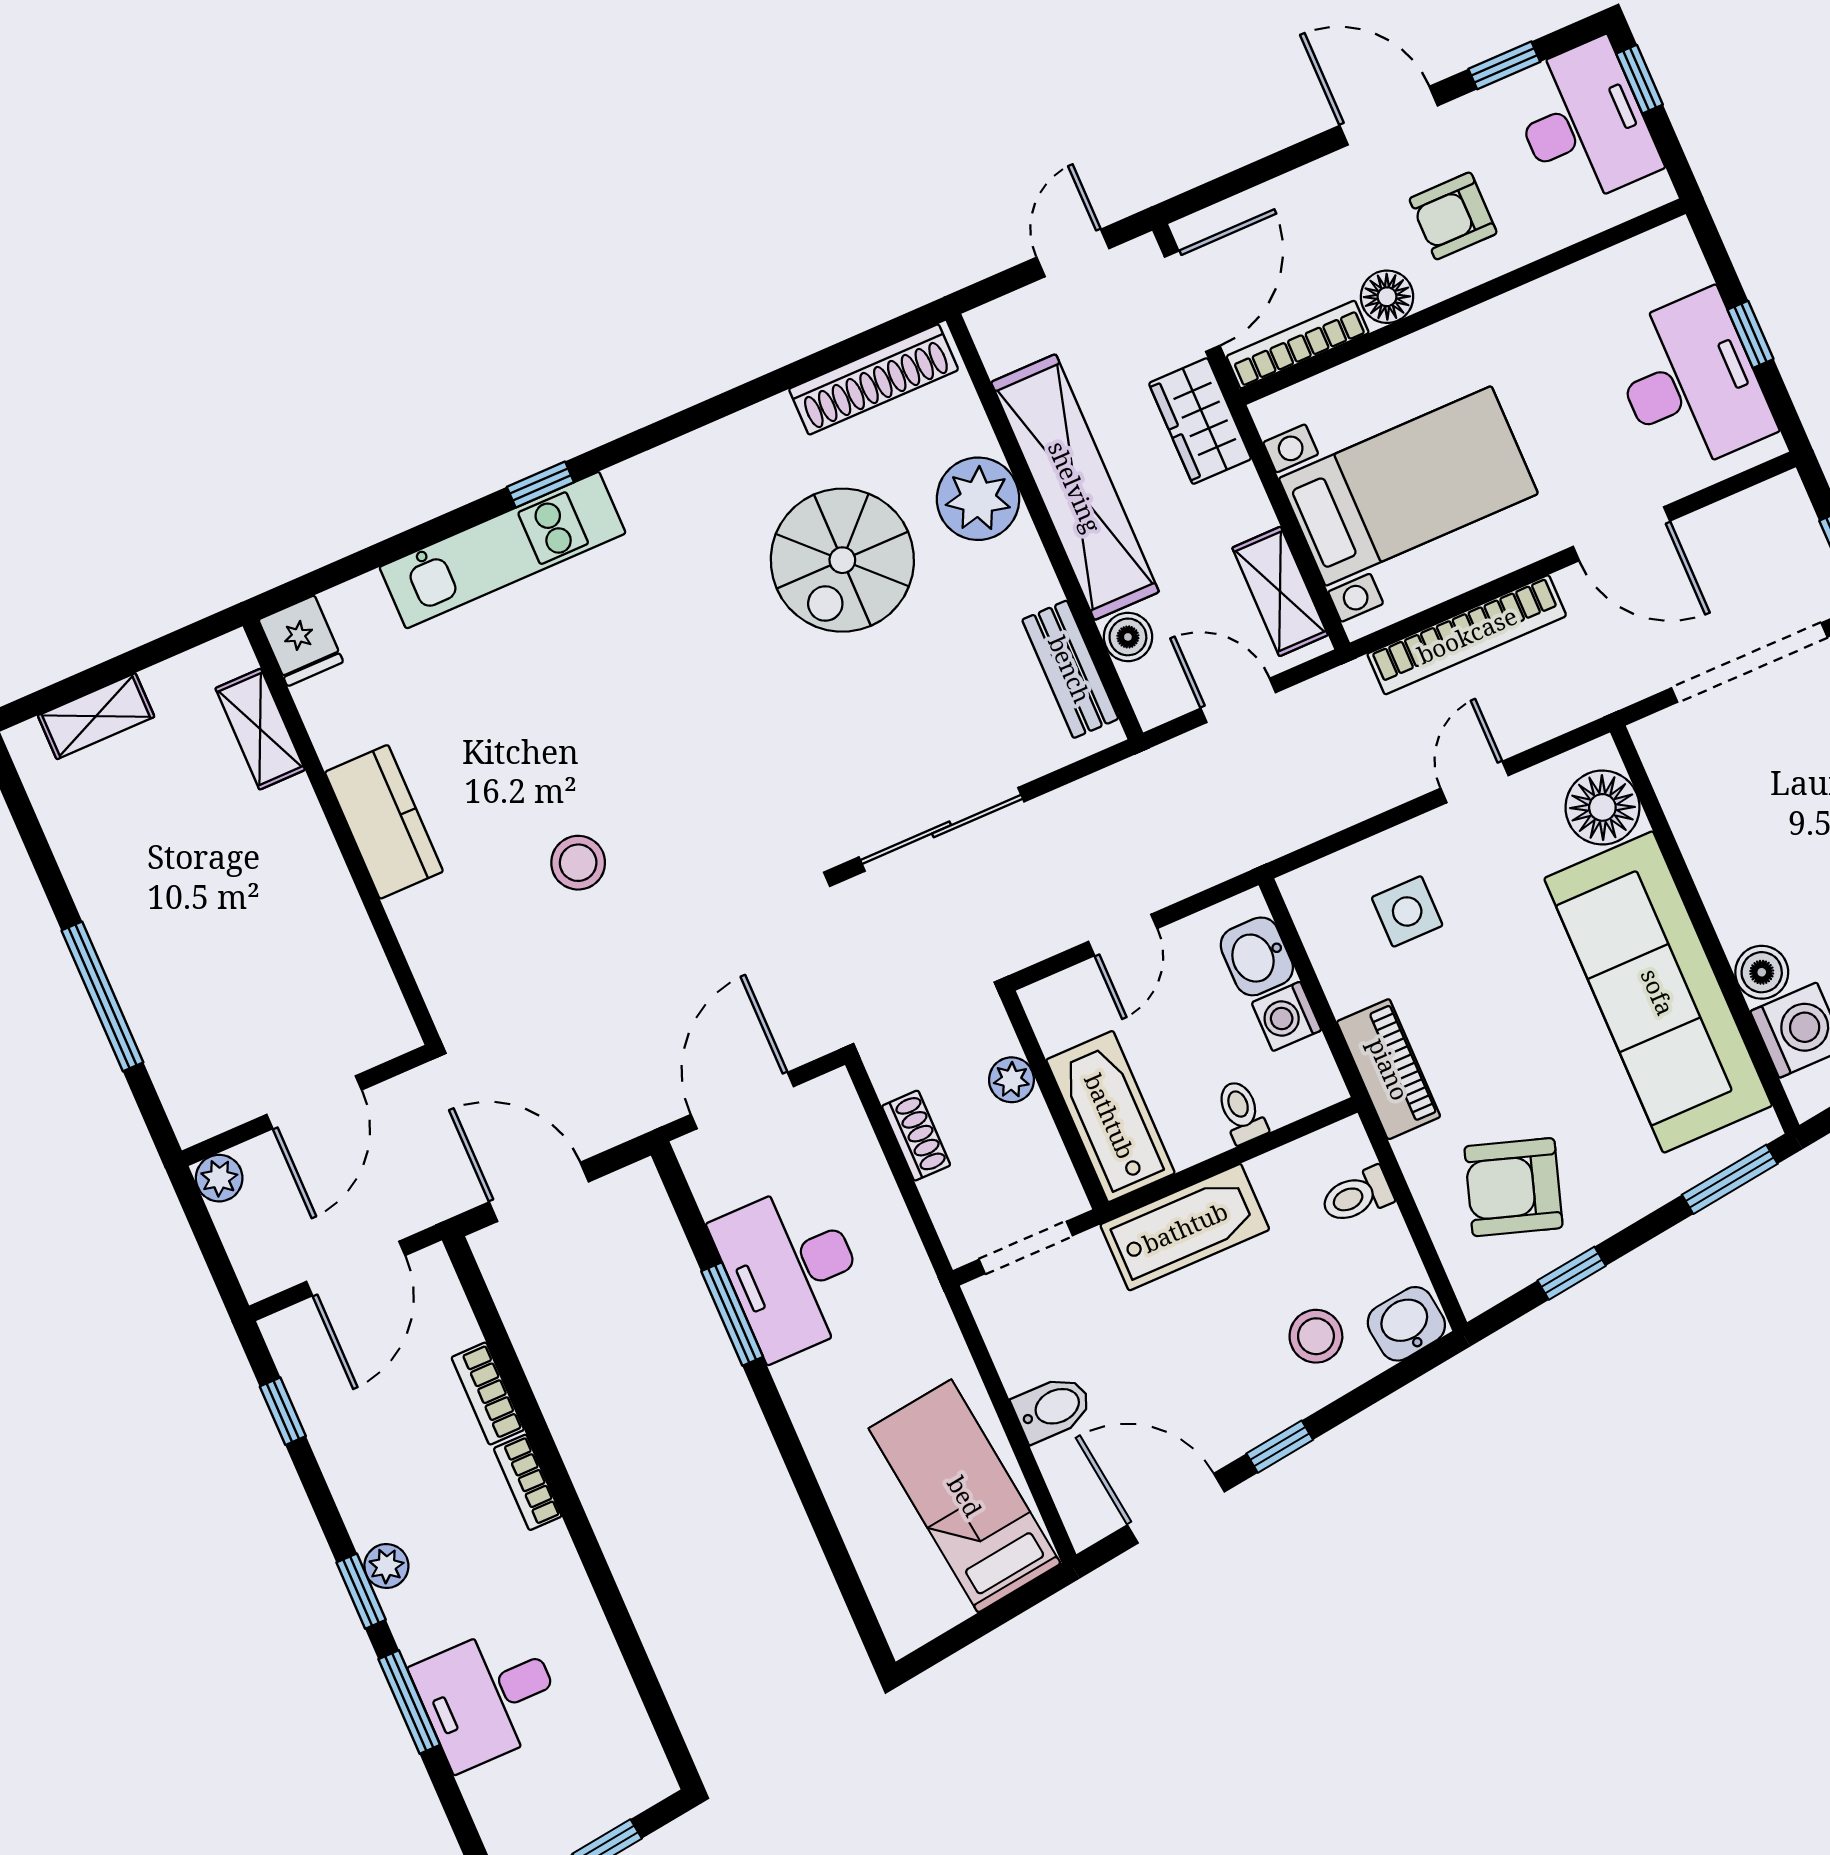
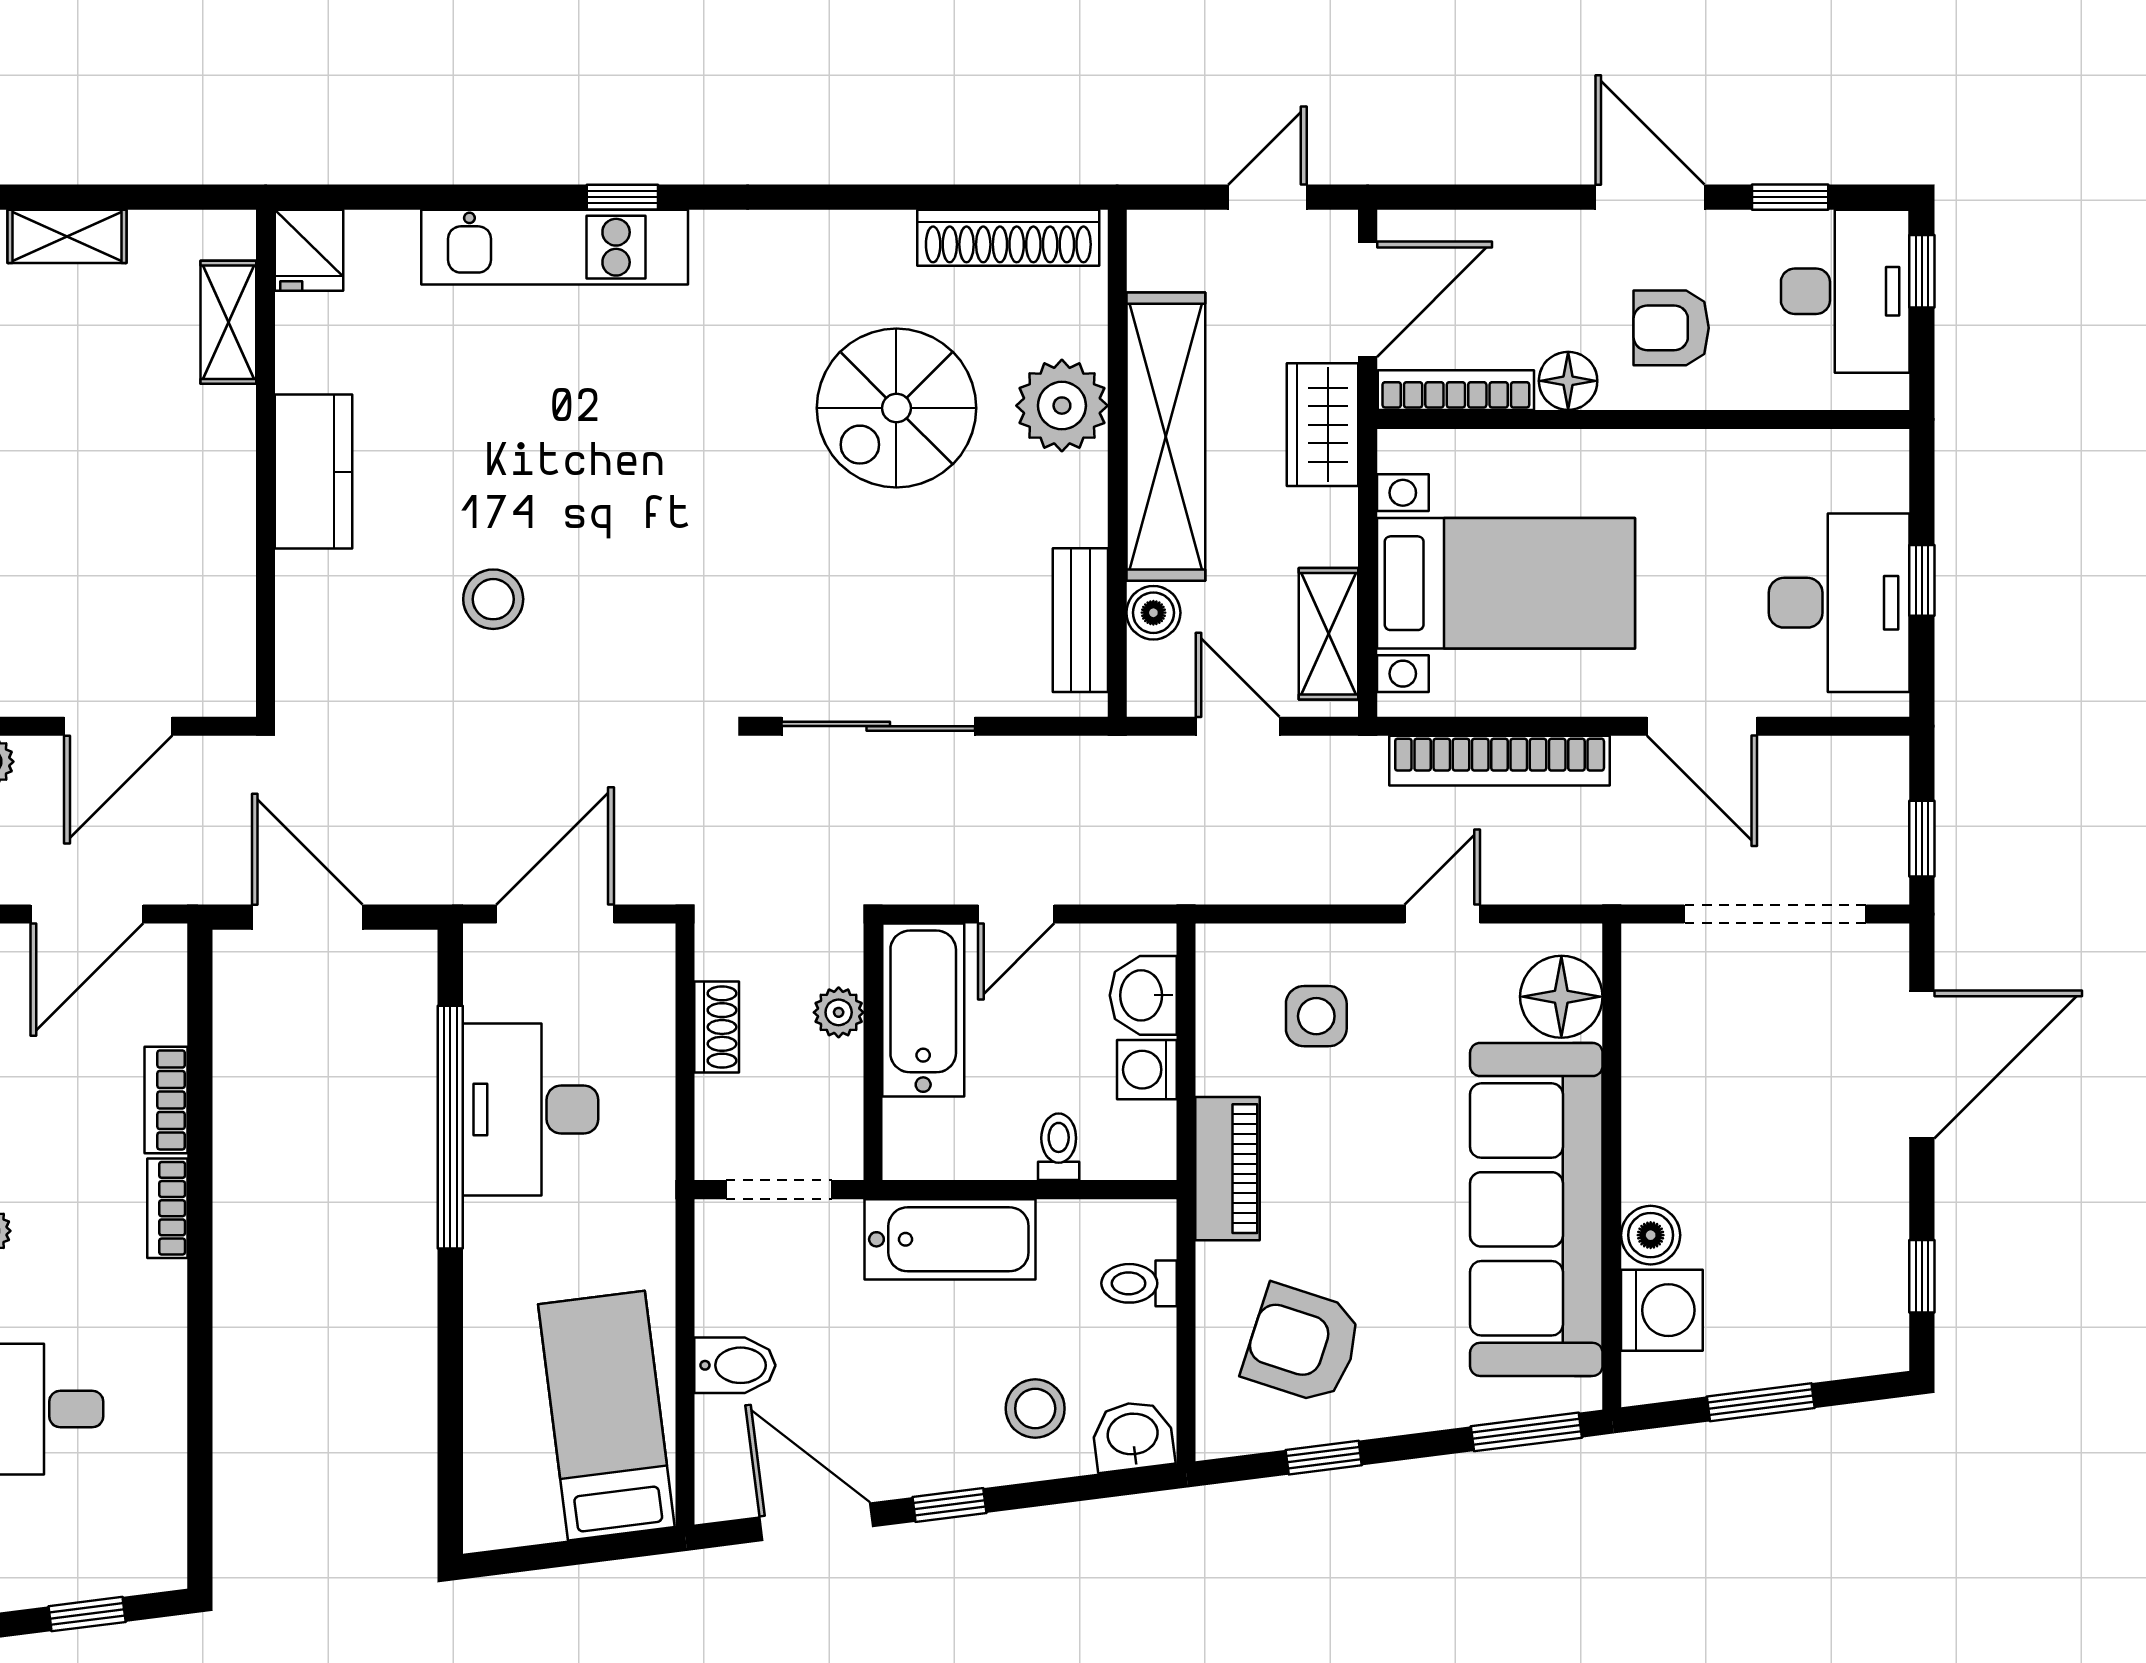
bathtub: (1110, 1116) -> (923, 1010), moved
window: (732, 1314) -> (450, 1127), width x2.11

